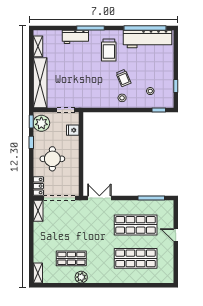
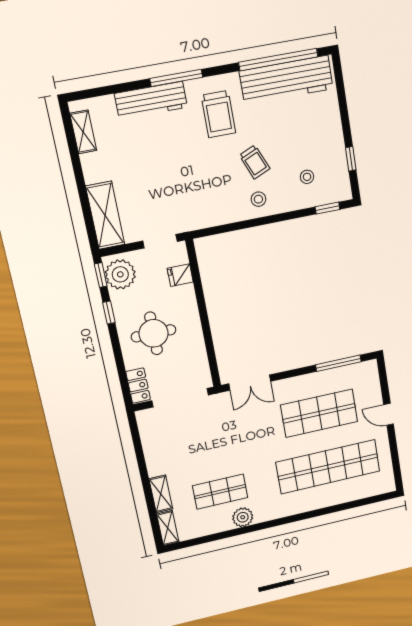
workbench: (75, 37) -> (151, 100), width x1.38
shelving: (40, 83) -> (105, 215), width x0.68
double door: (99, 198) -> (250, 383), swing flipped
shelving: (38, 211) -> (161, 494), moved
shop shelf: (136, 258) -> (328, 467), width x1.40

